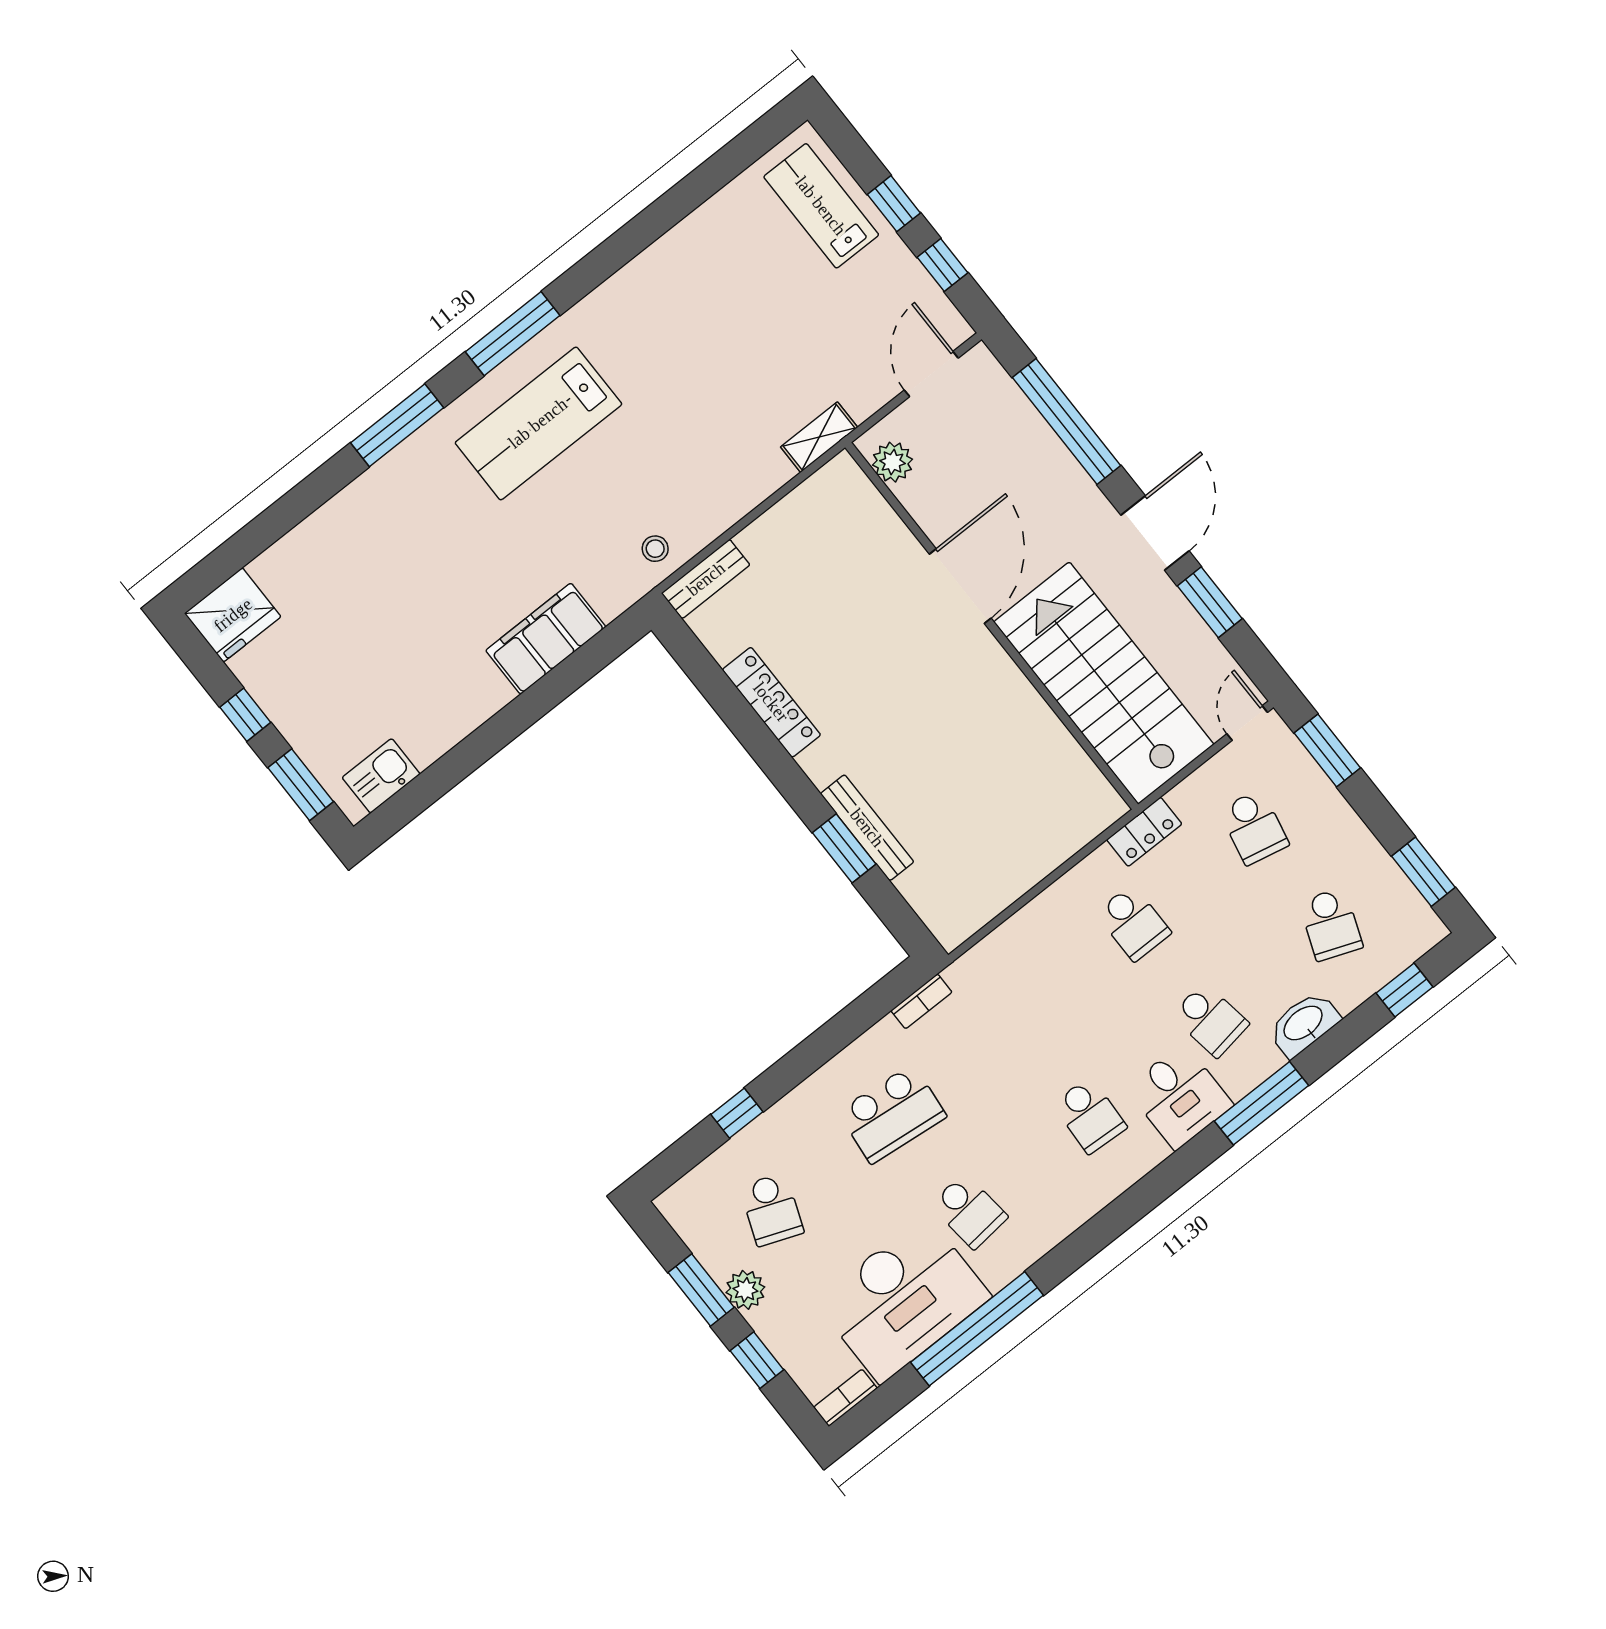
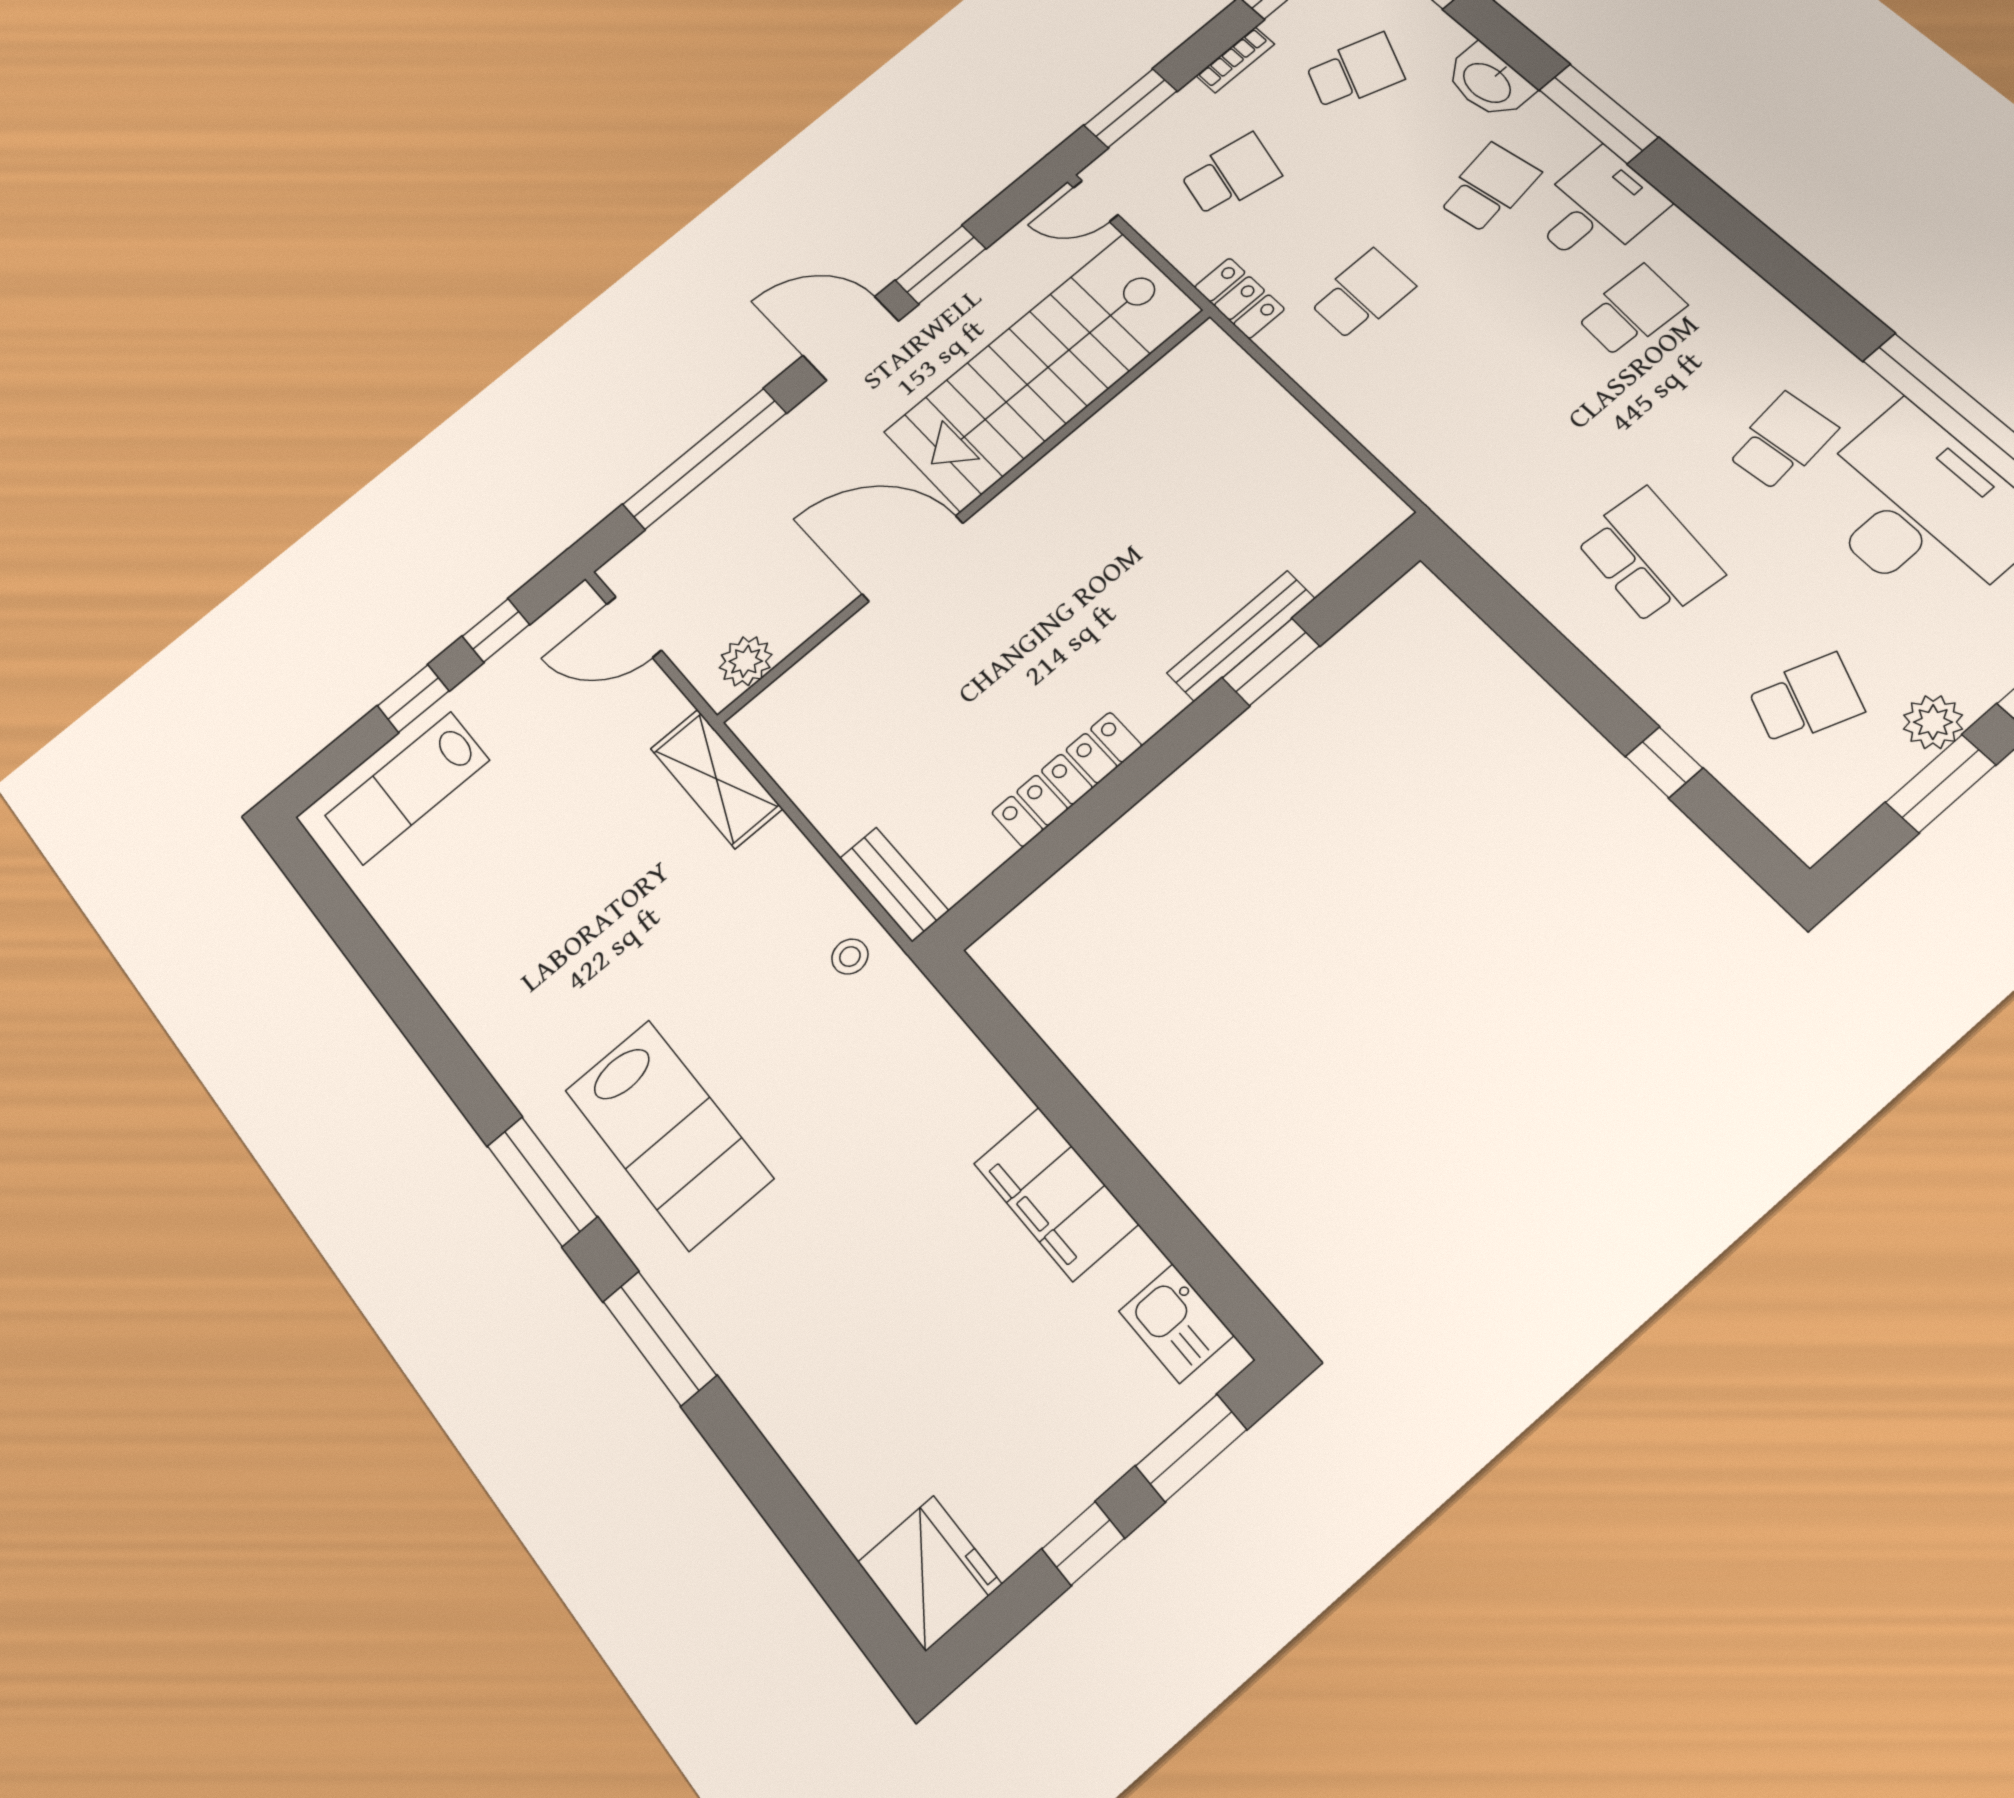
shelving: (819, 437) -> (716, 779), width x1.50, depth x1.33
filing cabinet: (546, 639) -> (1056, 1194), moved
bookcase: (921, 1001) -> (1235, 60), moved, turned 90

